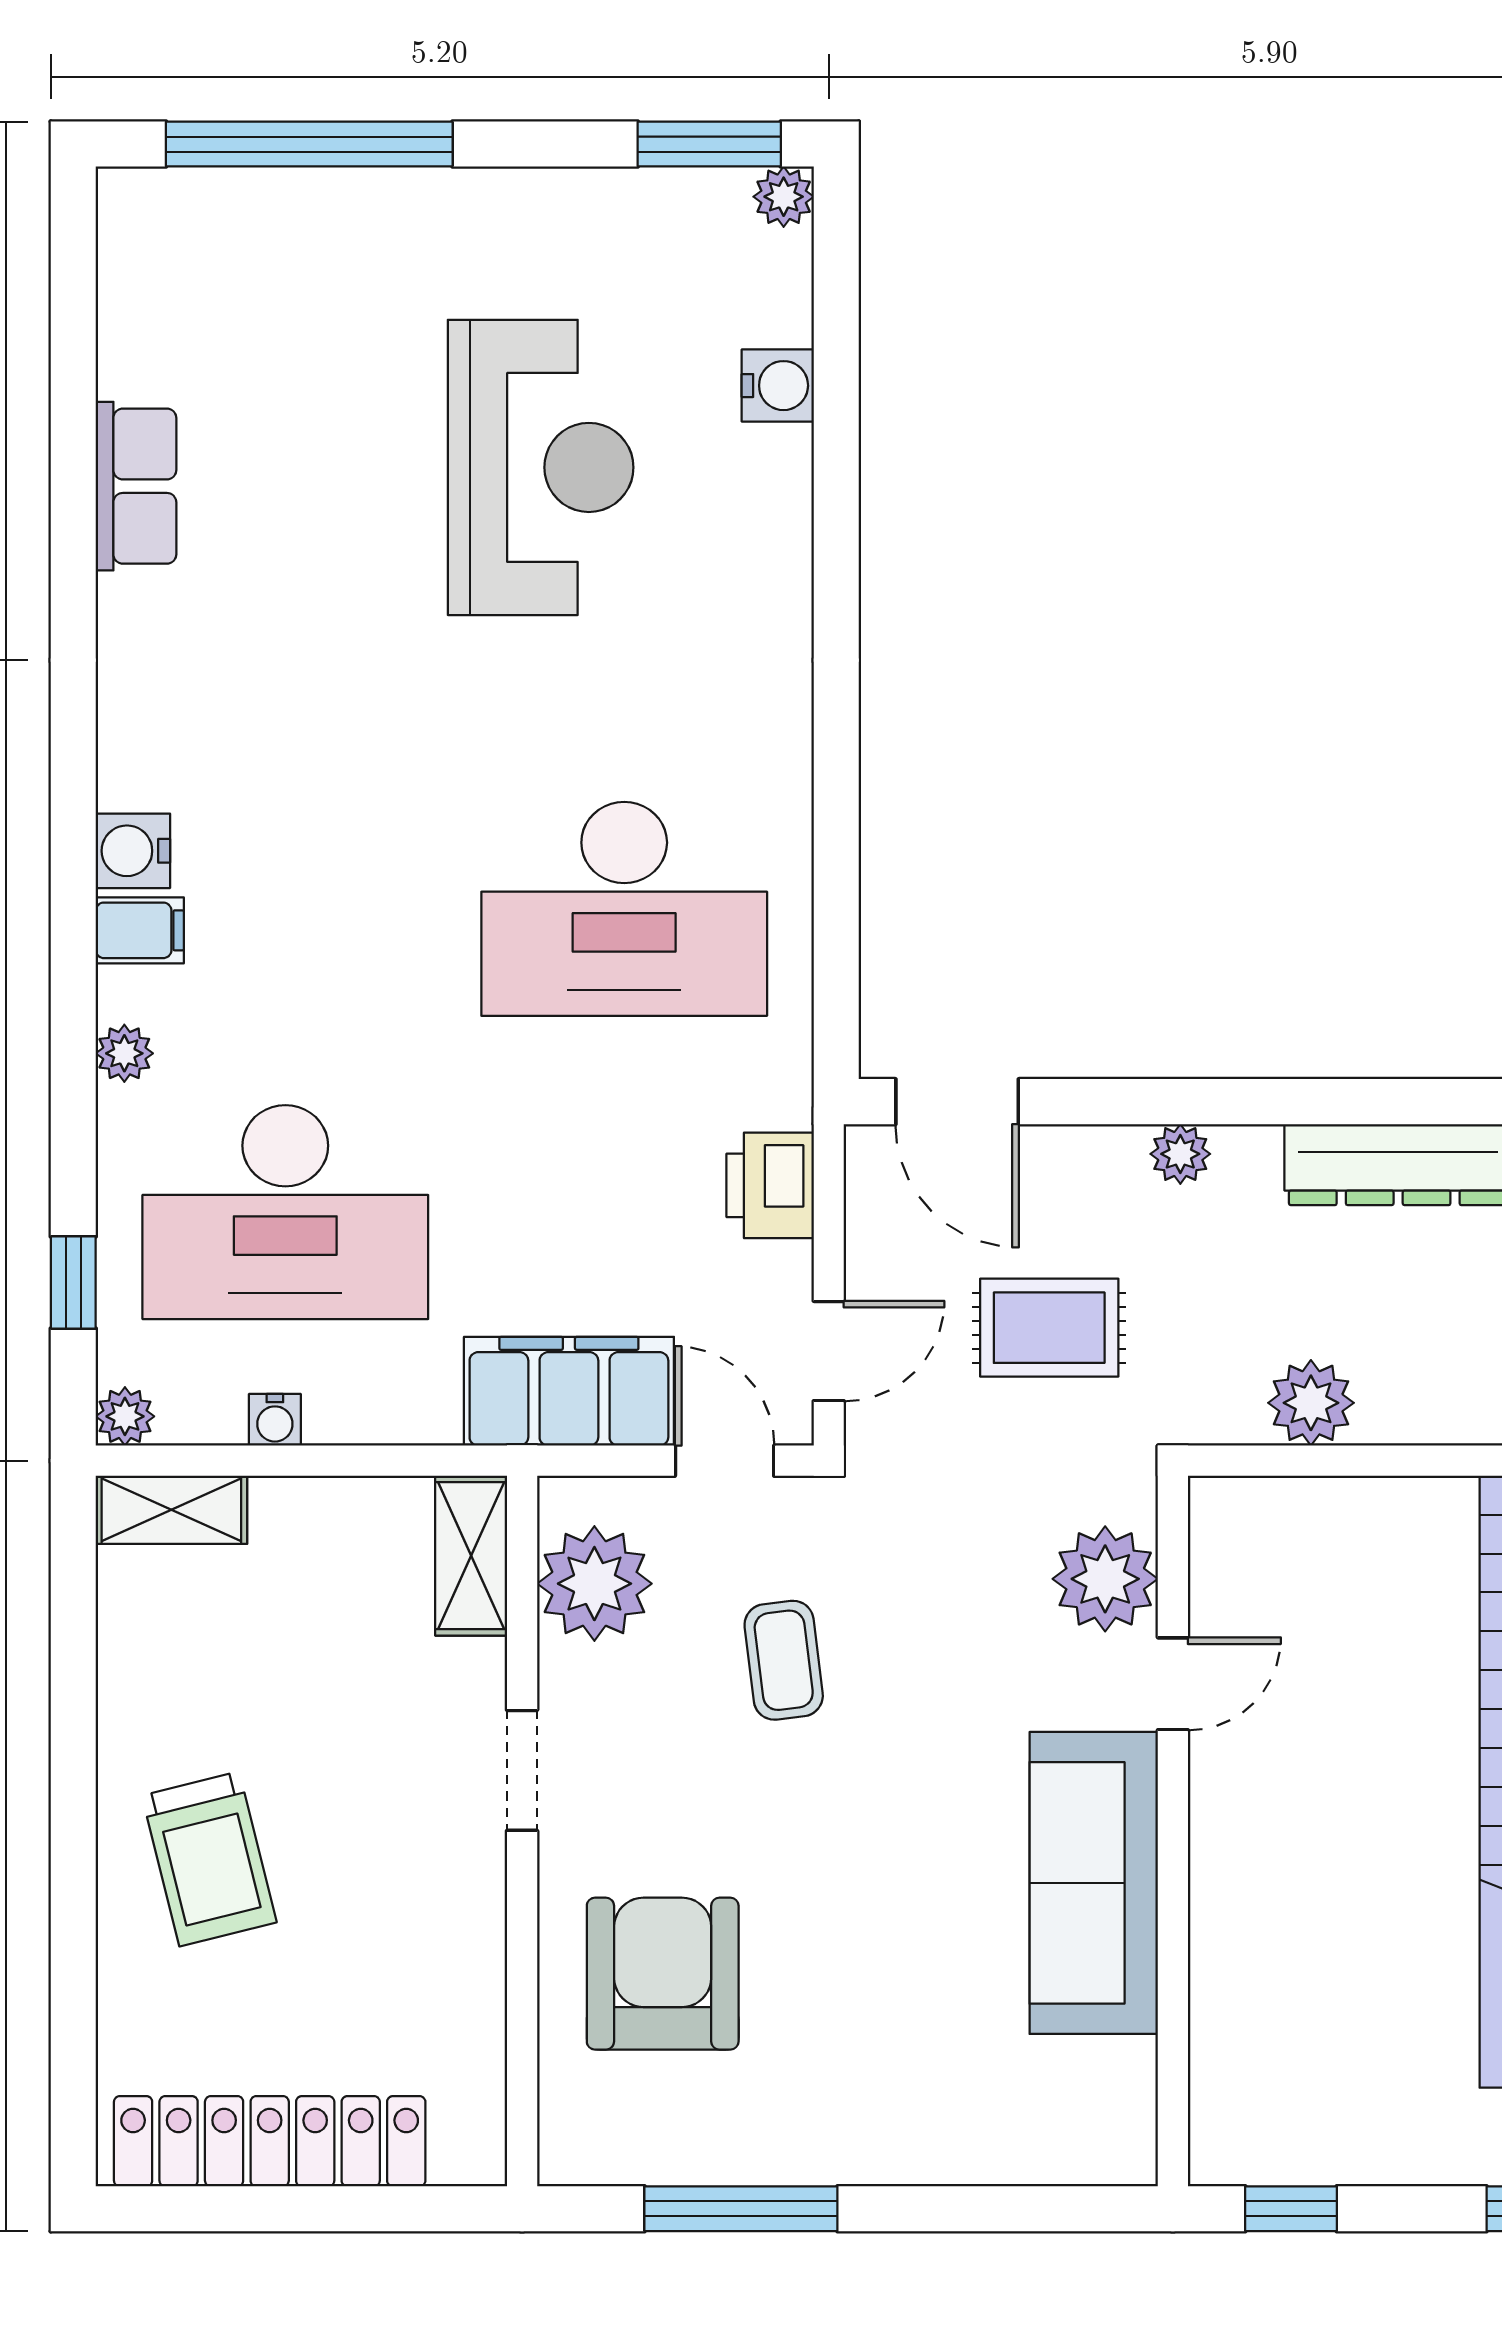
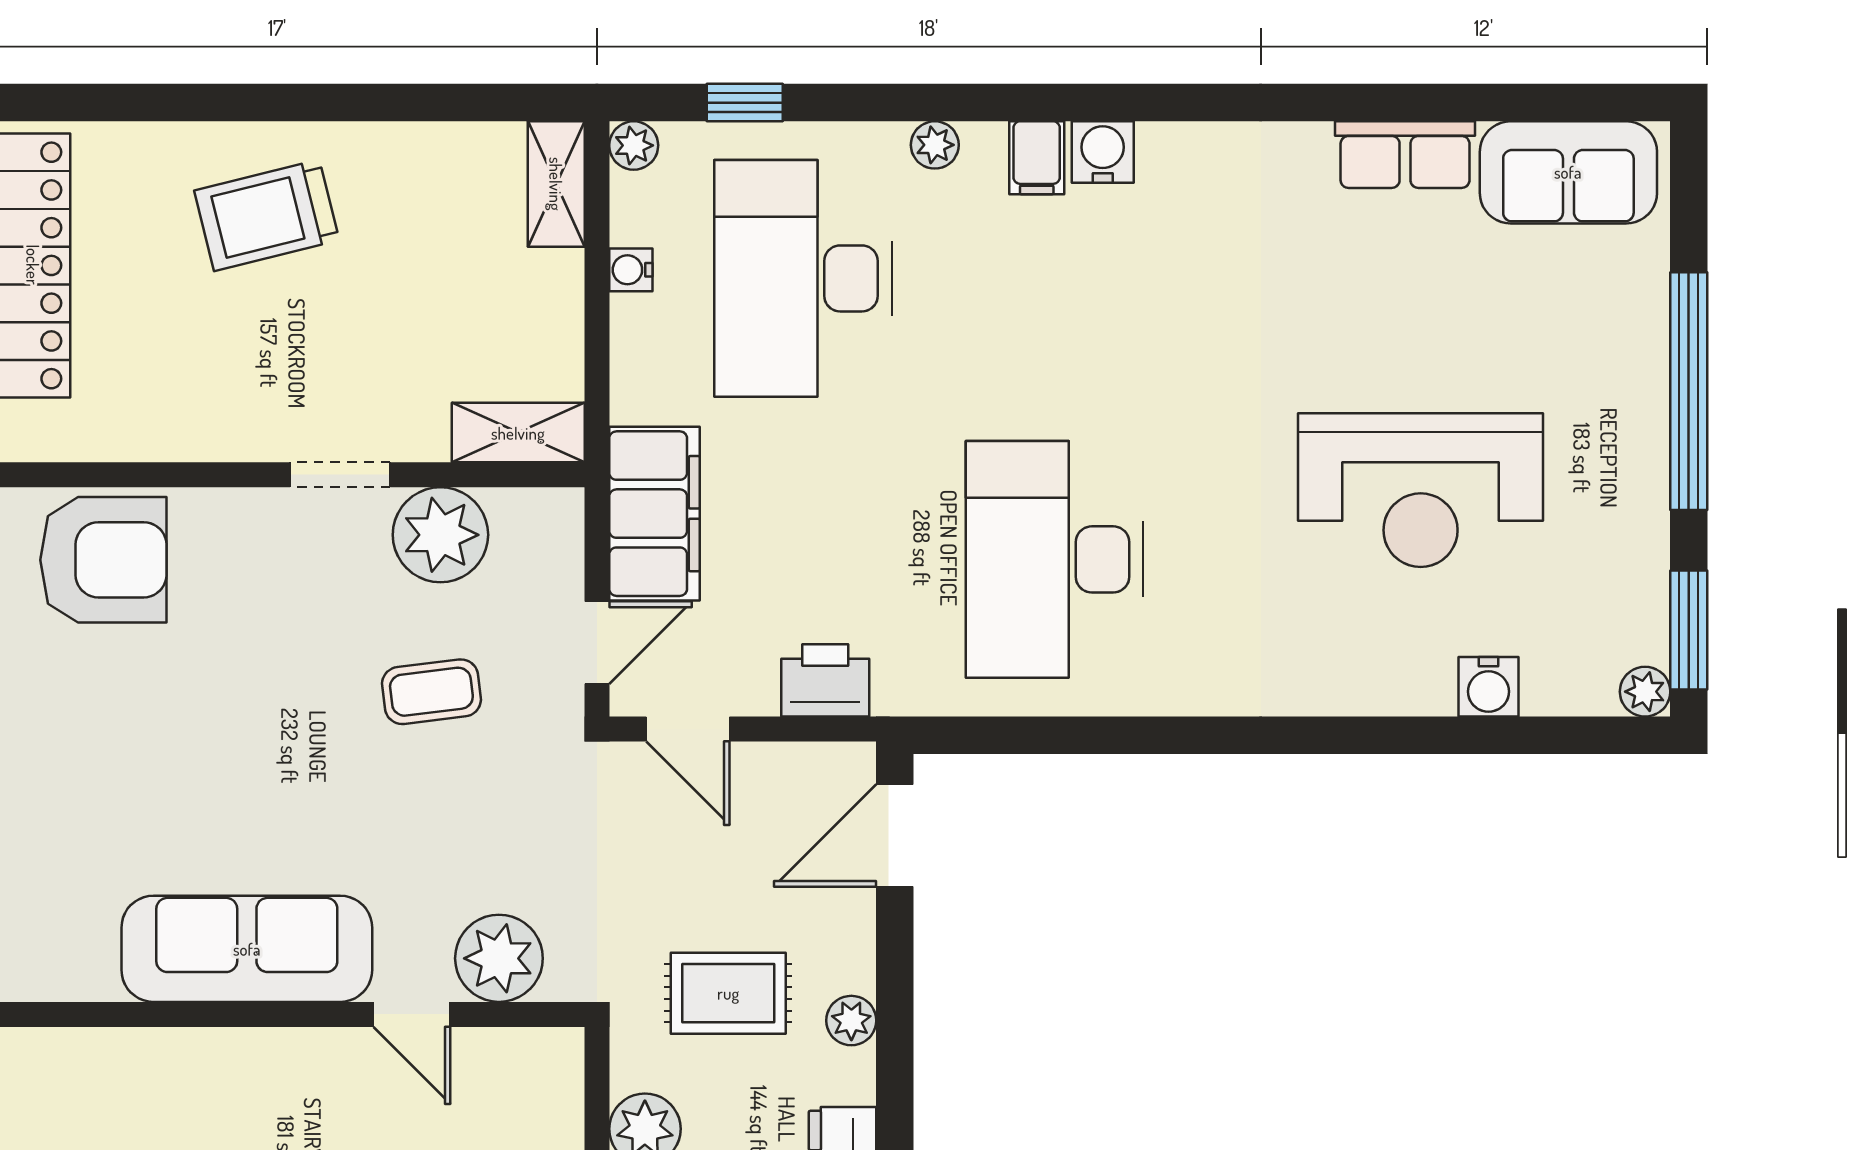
window: (309, 144) -> (1689, 391), moved
sofa: (157, 289) -> (1568, 172), added
rug: (1049, 1328) -> (728, 993), moved, turned 90
plant: (594, 1584) -> (440, 535), moved
armchair: (663, 1974) -> (103, 560), moved

